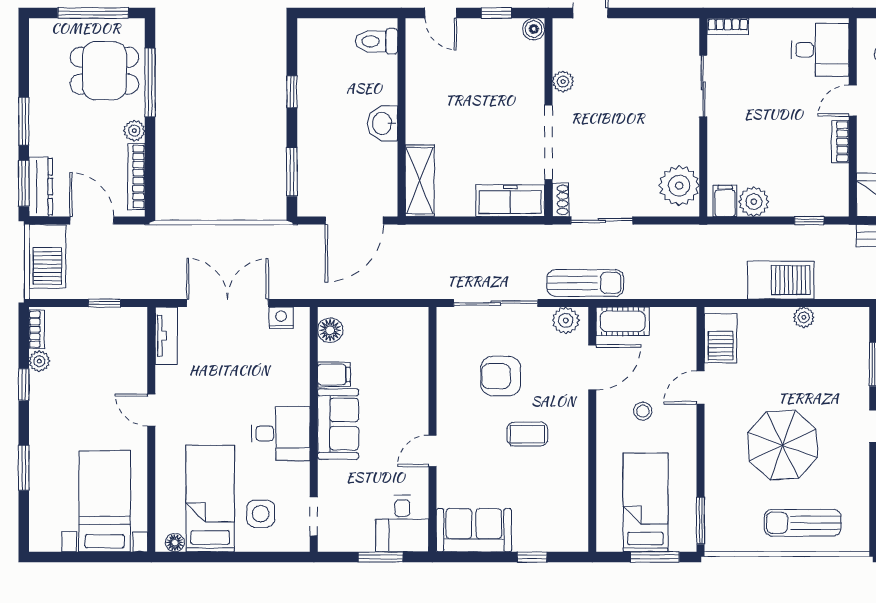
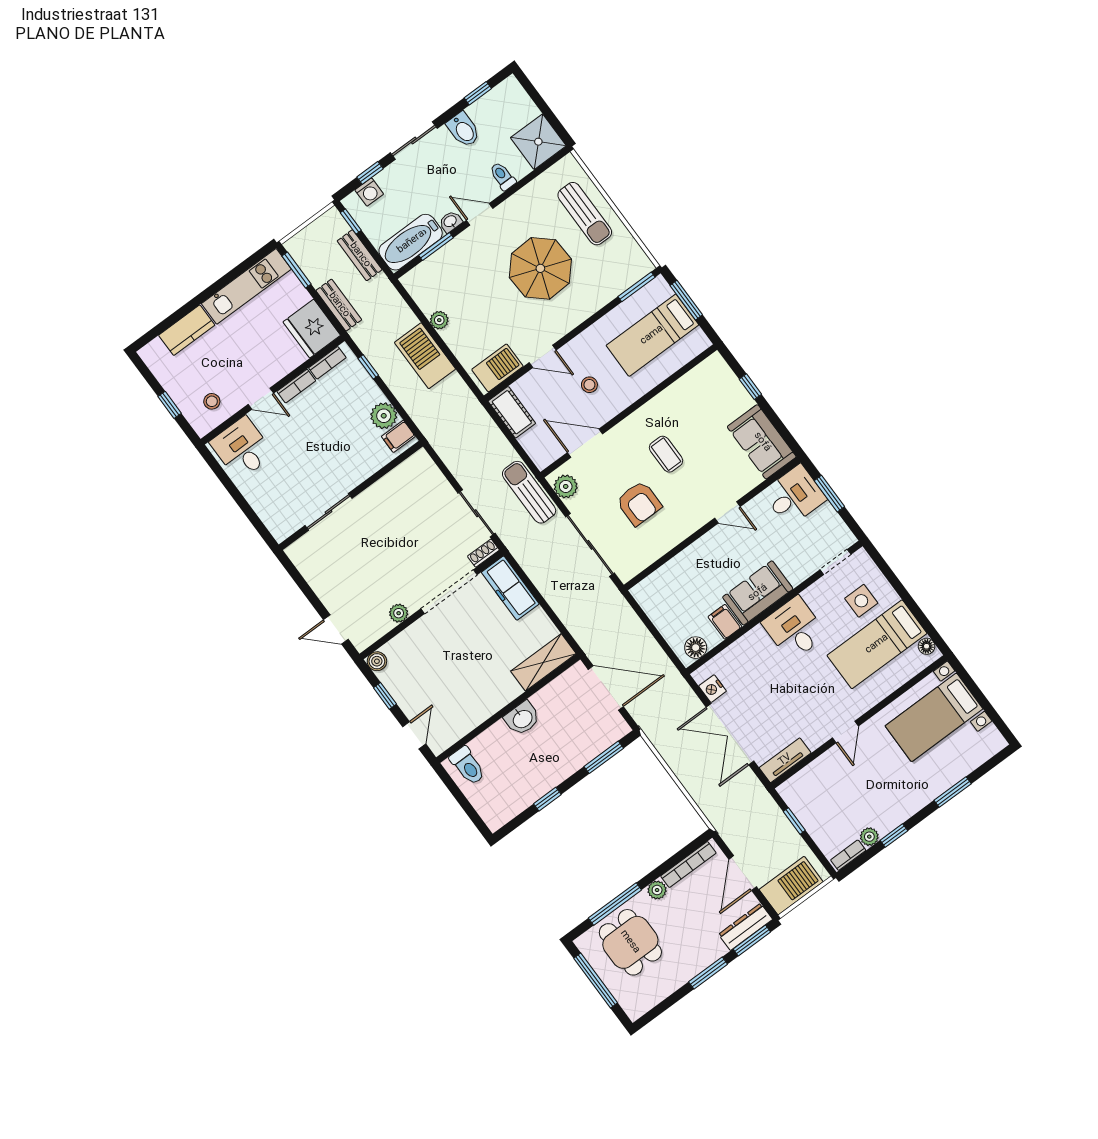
bookcase: (728, 26) -> (327, 363), moved, turned 90
plant: (679, 186) -> (411, 477), removed
cot: (623, 321) -> (512, 412), moved

